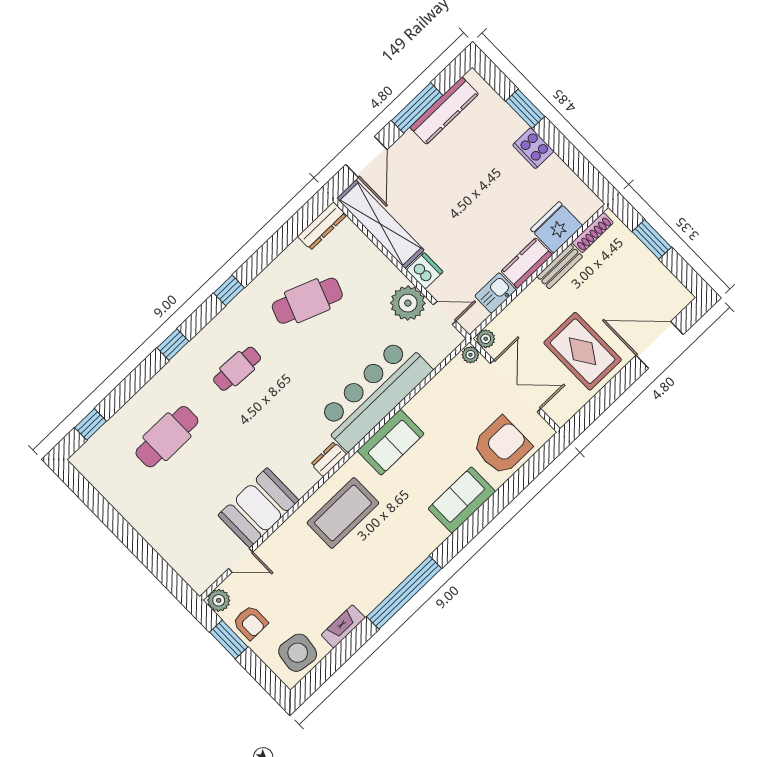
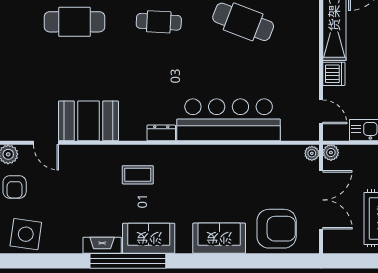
plant: (408, 303) -> (304, 84), removed
sofa: (391, 442) -> (149, 238), moved, turned 180
coffee table: (343, 513) -> (138, 175), width x0.54, depth x0.58
fireplace: (343, 626) -> (102, 245), moved

